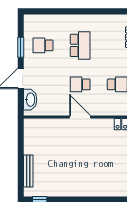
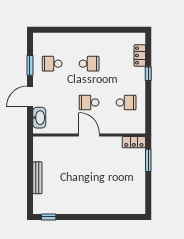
school desk: (80, 45) -> (89, 64), width x0.54
bench: (28, 171) -> (37, 178), moved

